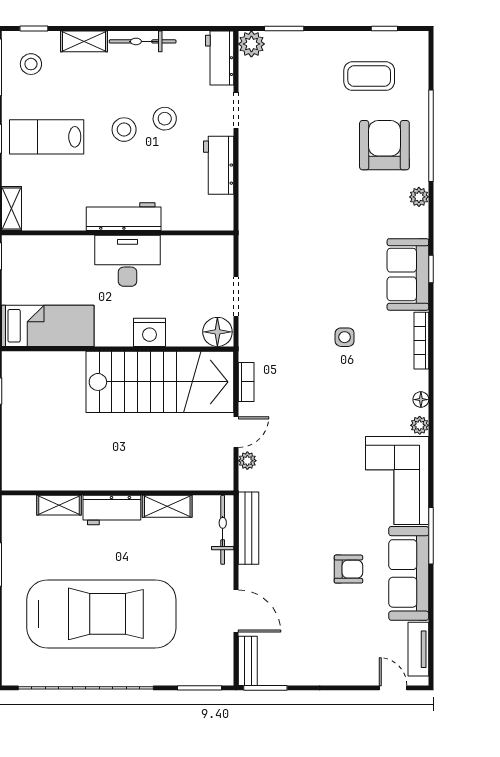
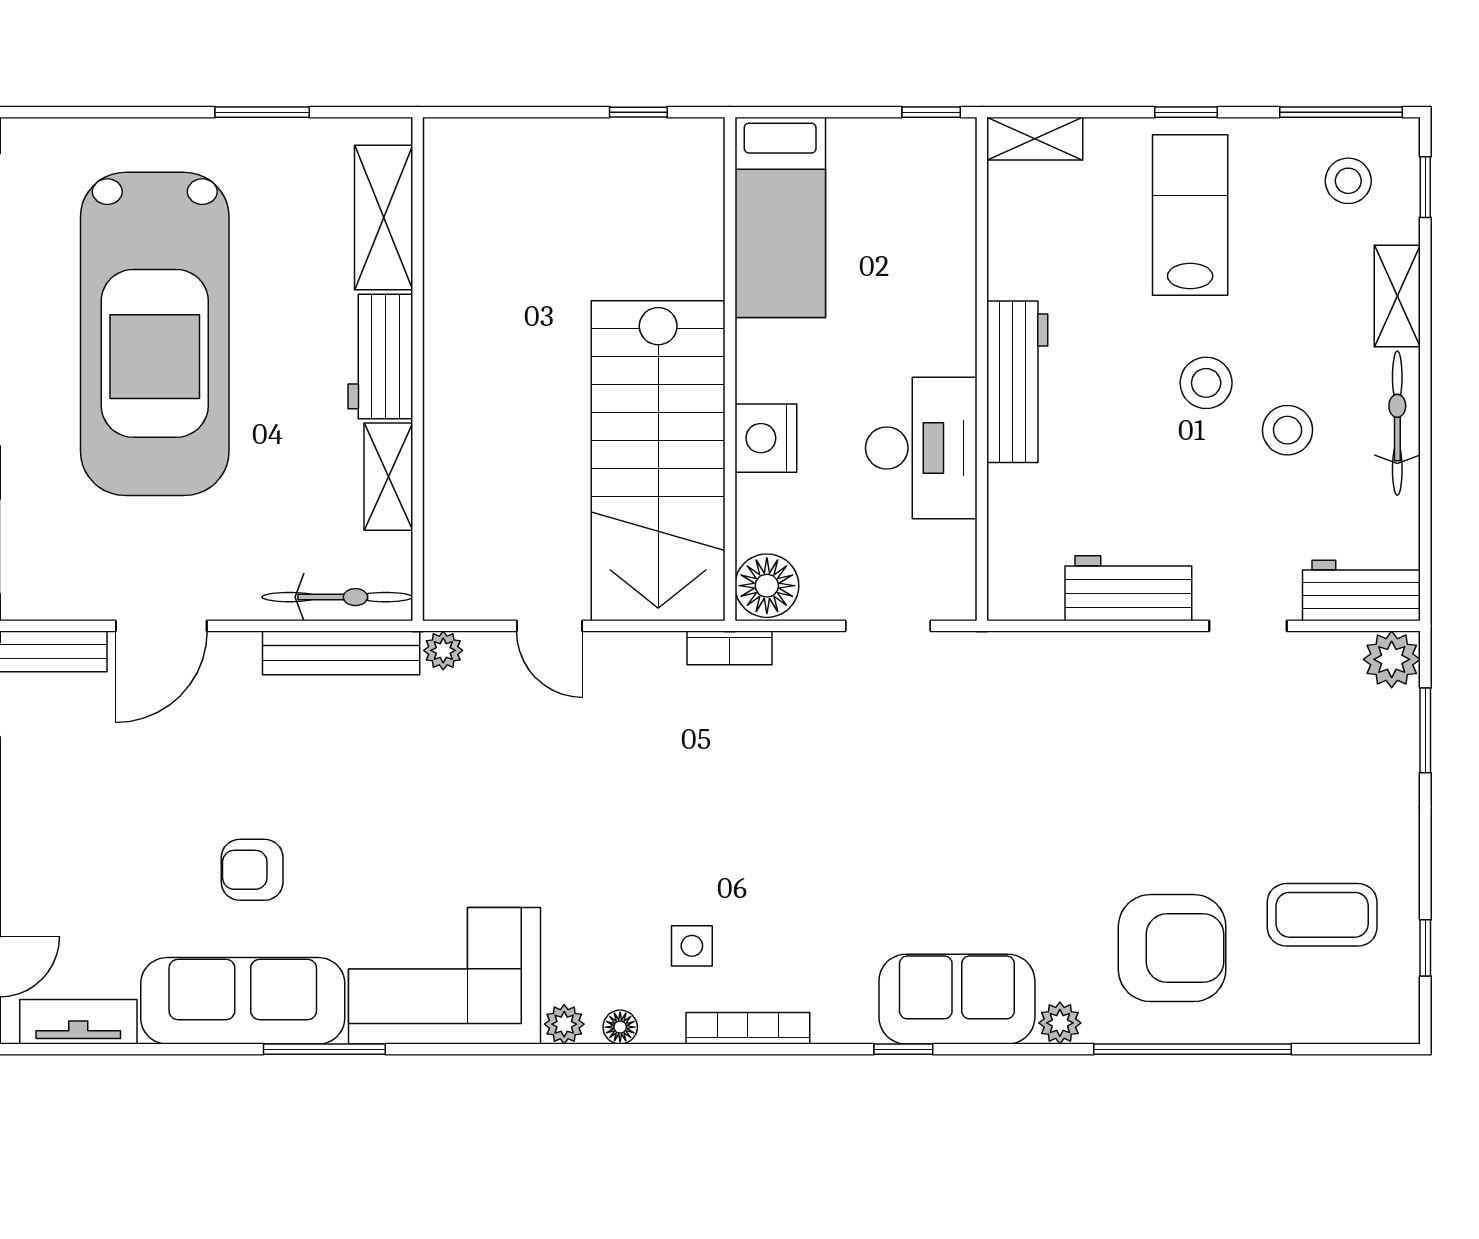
coffee table: (369, 76) -> (1322, 915), turned 90
stool: (165, 119) -> (1288, 430), moved
desk: (128, 261) -> (921, 448), moved
sofa: (408, 274) -> (957, 999), moved
doorway: (236, 297) -> (888, 626), moved
side table: (345, 337) -> (692, 946), moved
bookcase: (246, 382) -> (730, 648), moved
plant: (247, 461) -> (443, 650), moved
shelving: (59, 505) -> (384, 218), width x1.50, depth x1.33
armchair: (348, 569) -> (252, 870), turned 90

